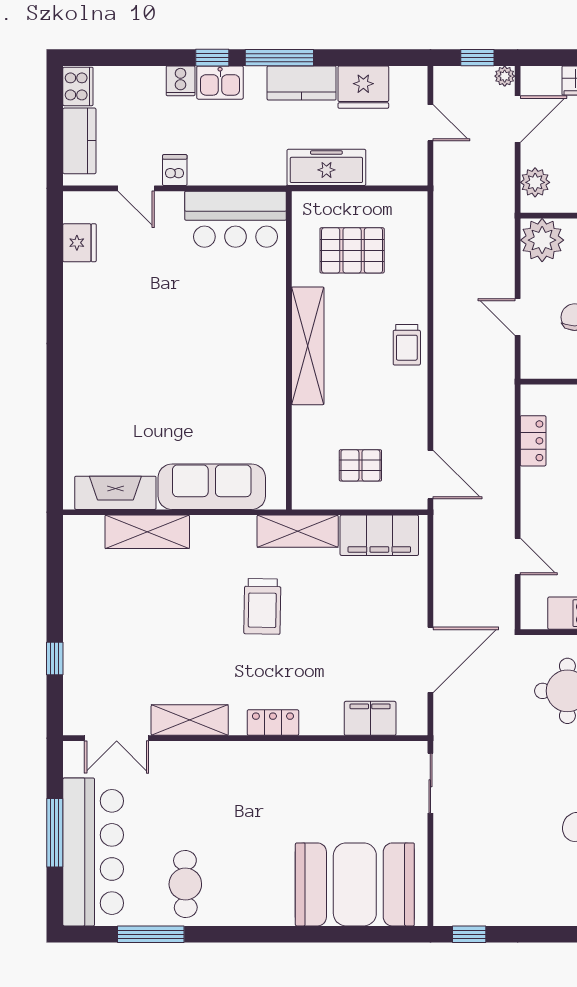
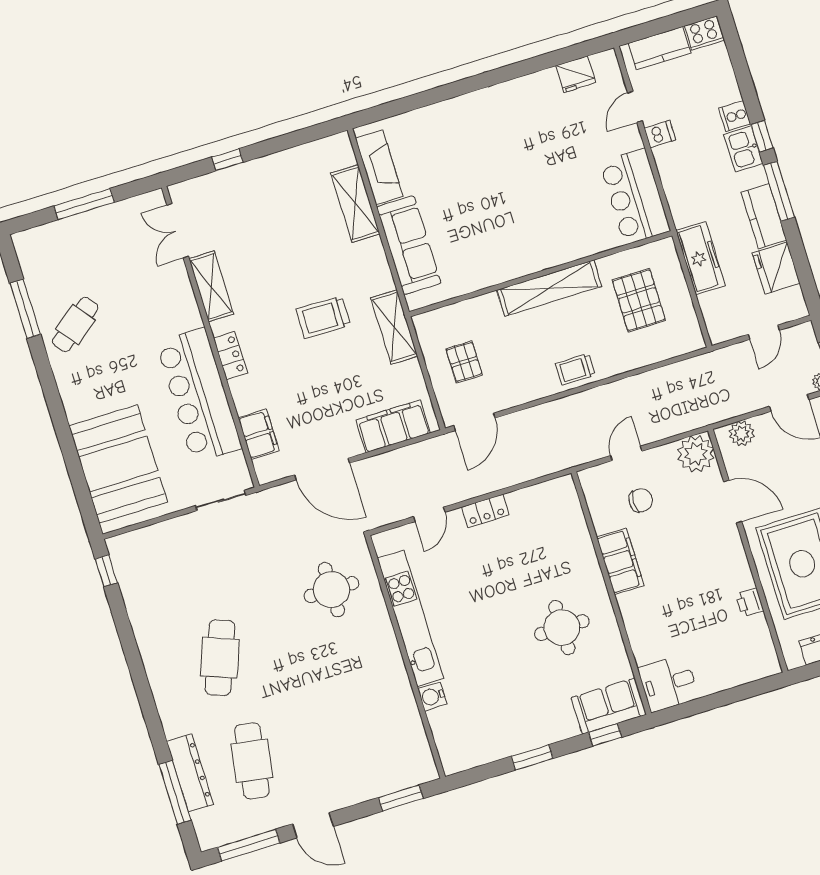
locker: (533, 441) -> (485, 511), moved
filing cabinet: (379, 535) -> (393, 426), moved, turned 90
bar counter: (93, 852) -> (199, 395), moved, turned 90
cafe table: (185, 884) -> (75, 324), turned -37

